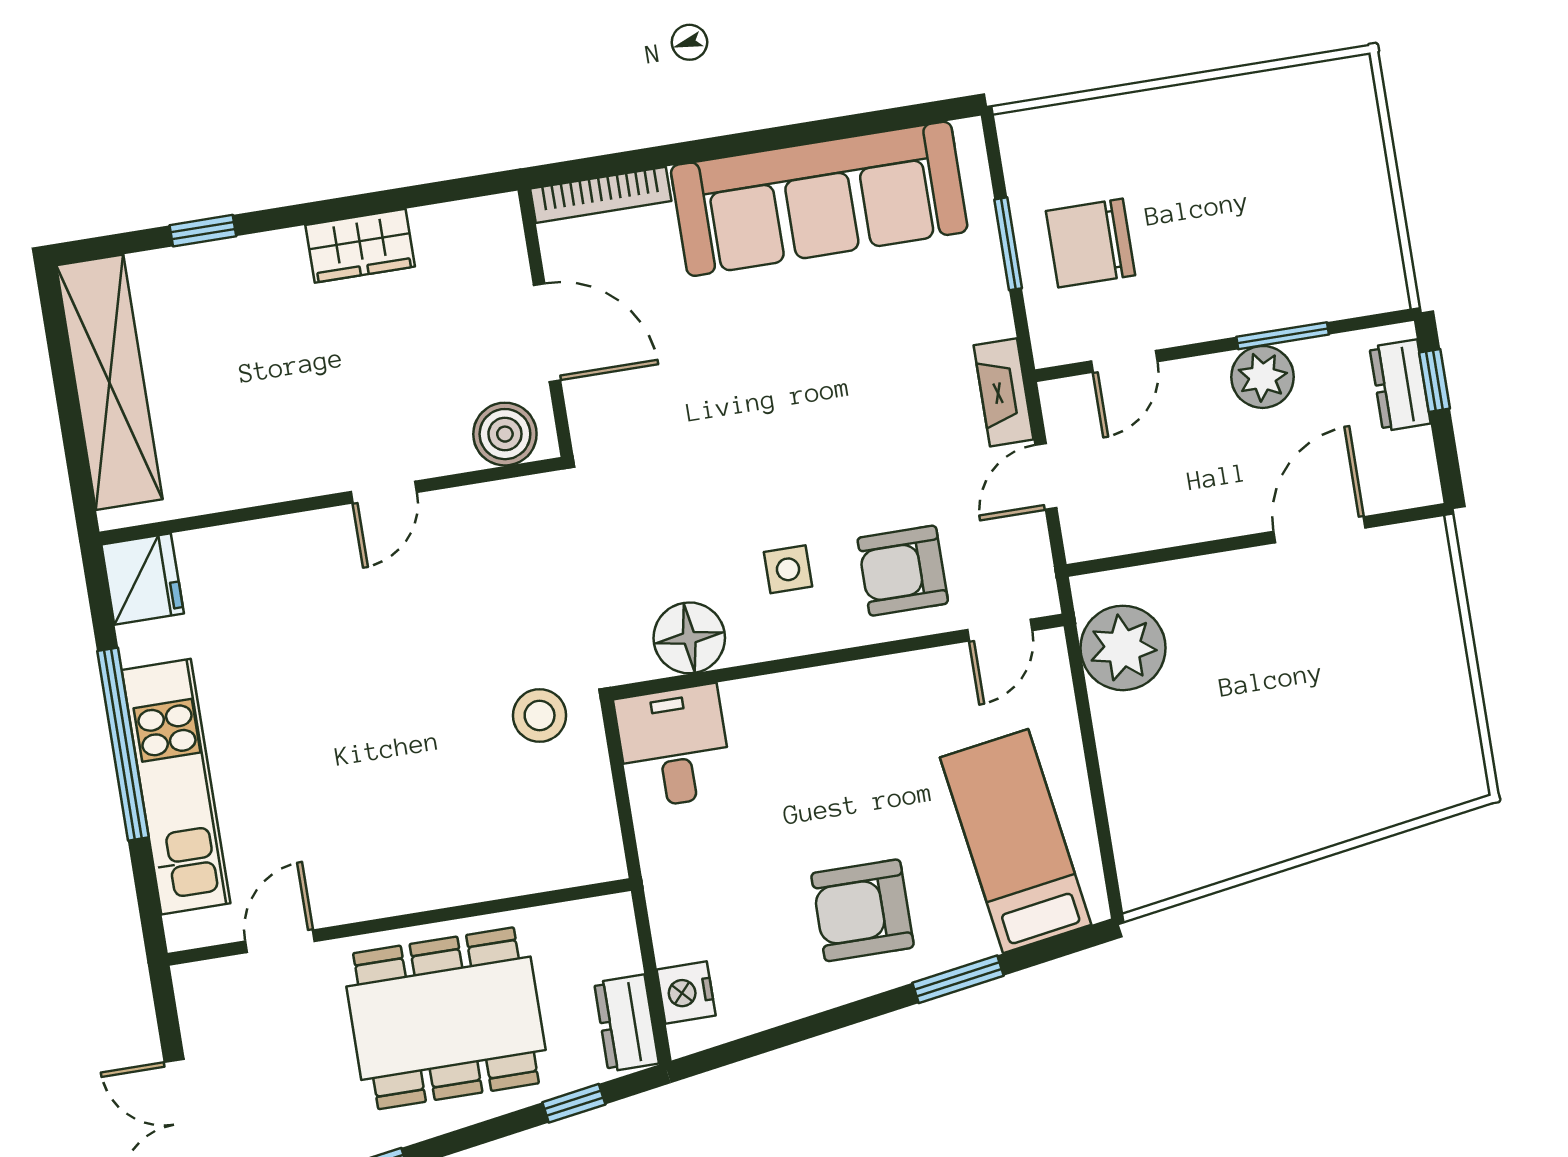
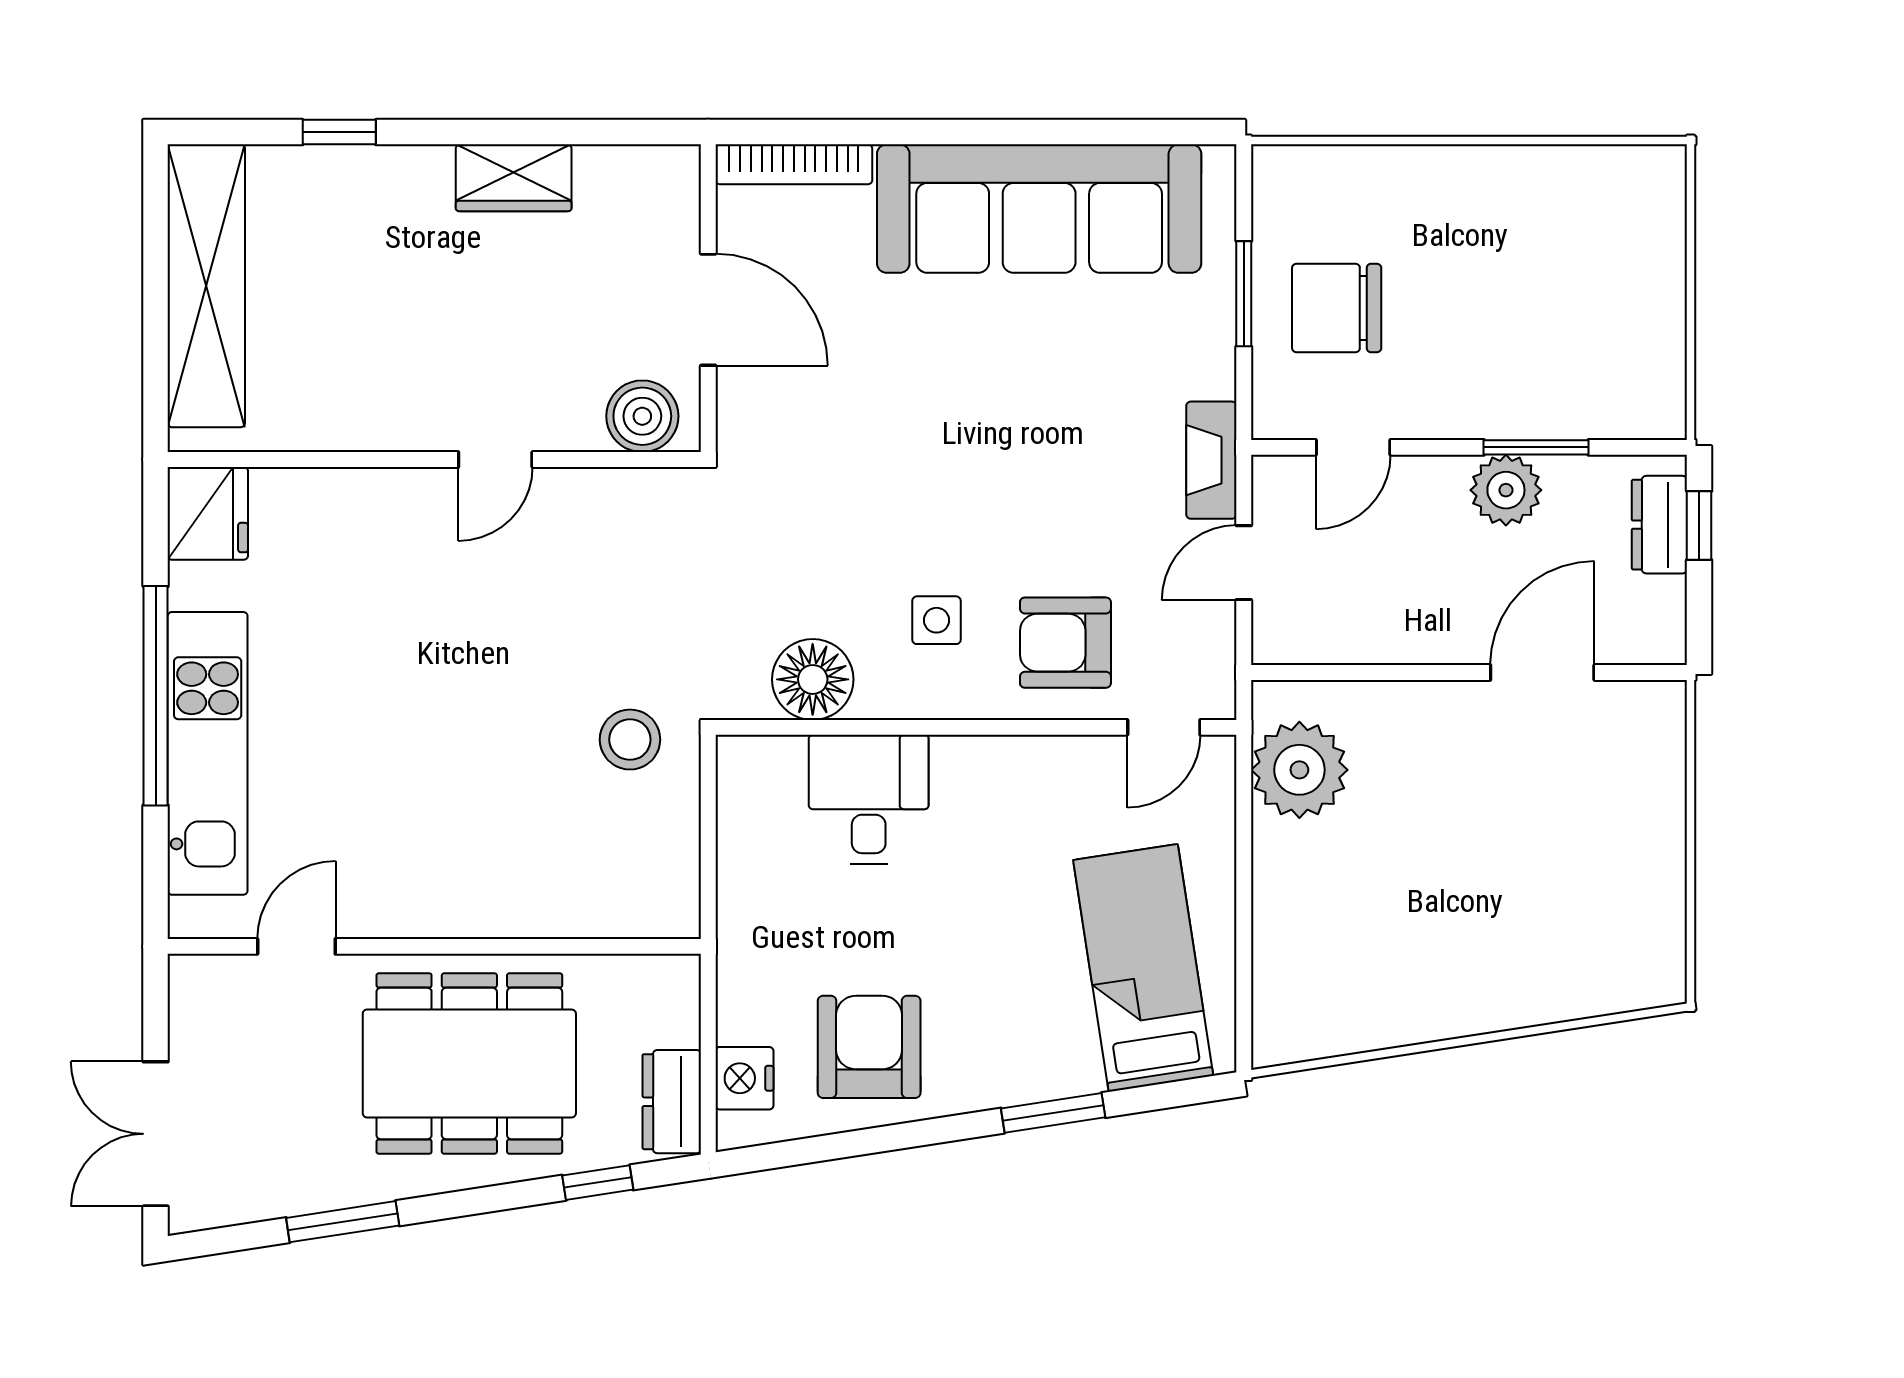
desk: (674, 747) -> (869, 799), moved
armchair: (863, 910) -> (869, 1047), moved, turned 90

